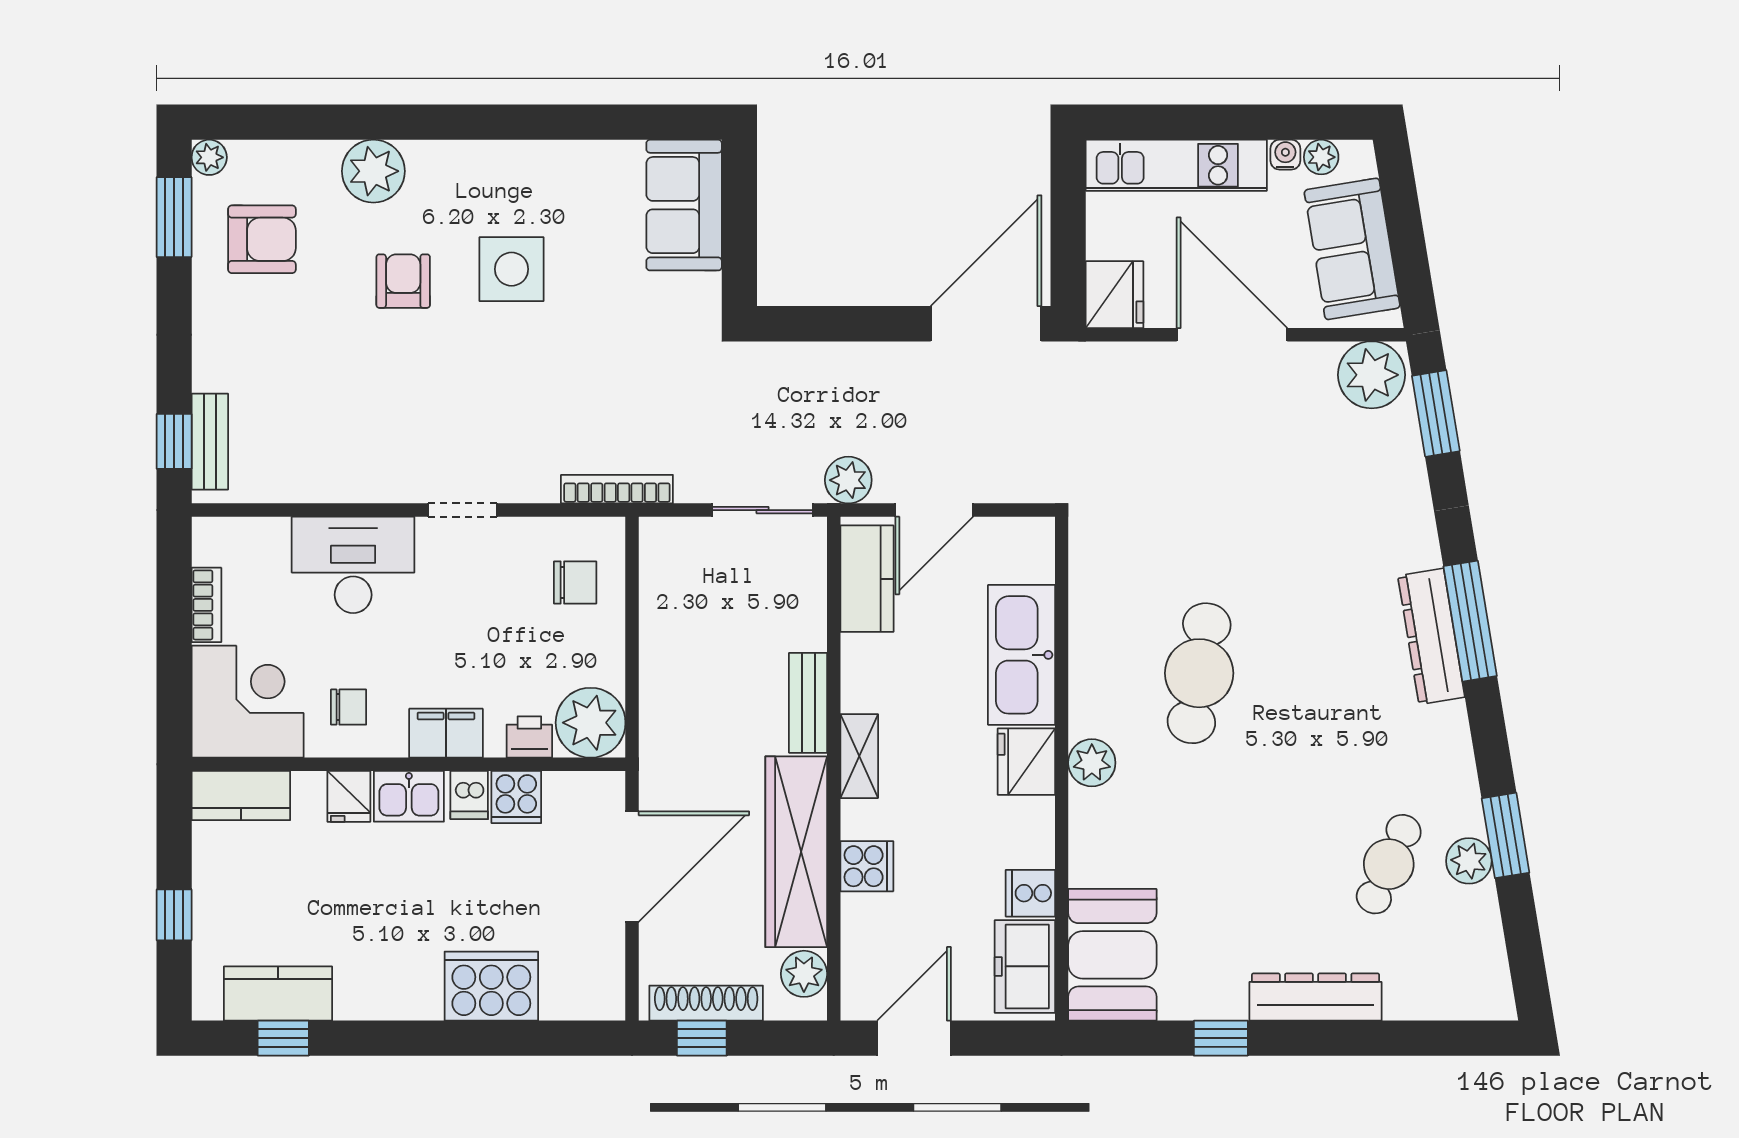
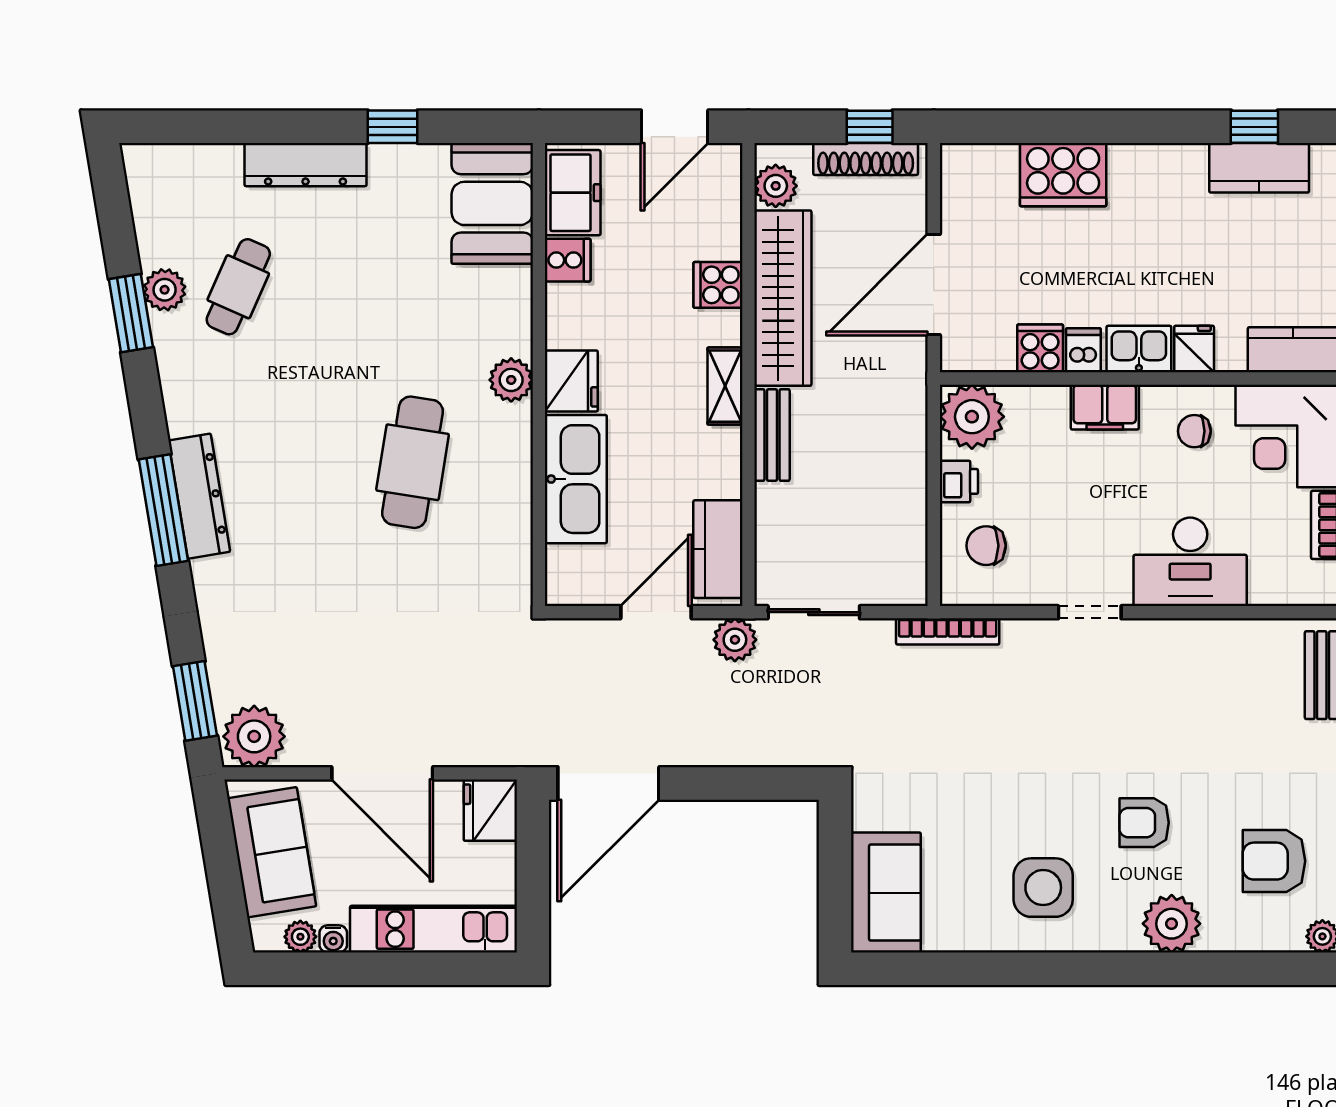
side table: (512, 269) -> (1043, 888), moved
armchair: (403, 281) -> (1144, 823), turned 90
printer: (529, 737) -> (959, 481), moved, turned -90

